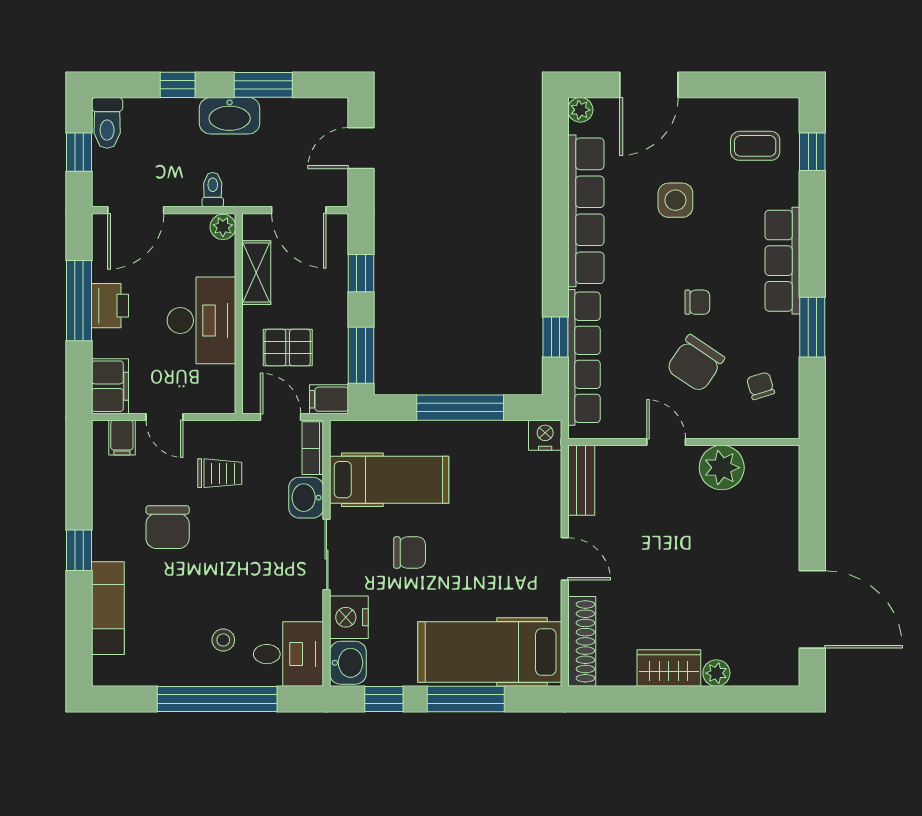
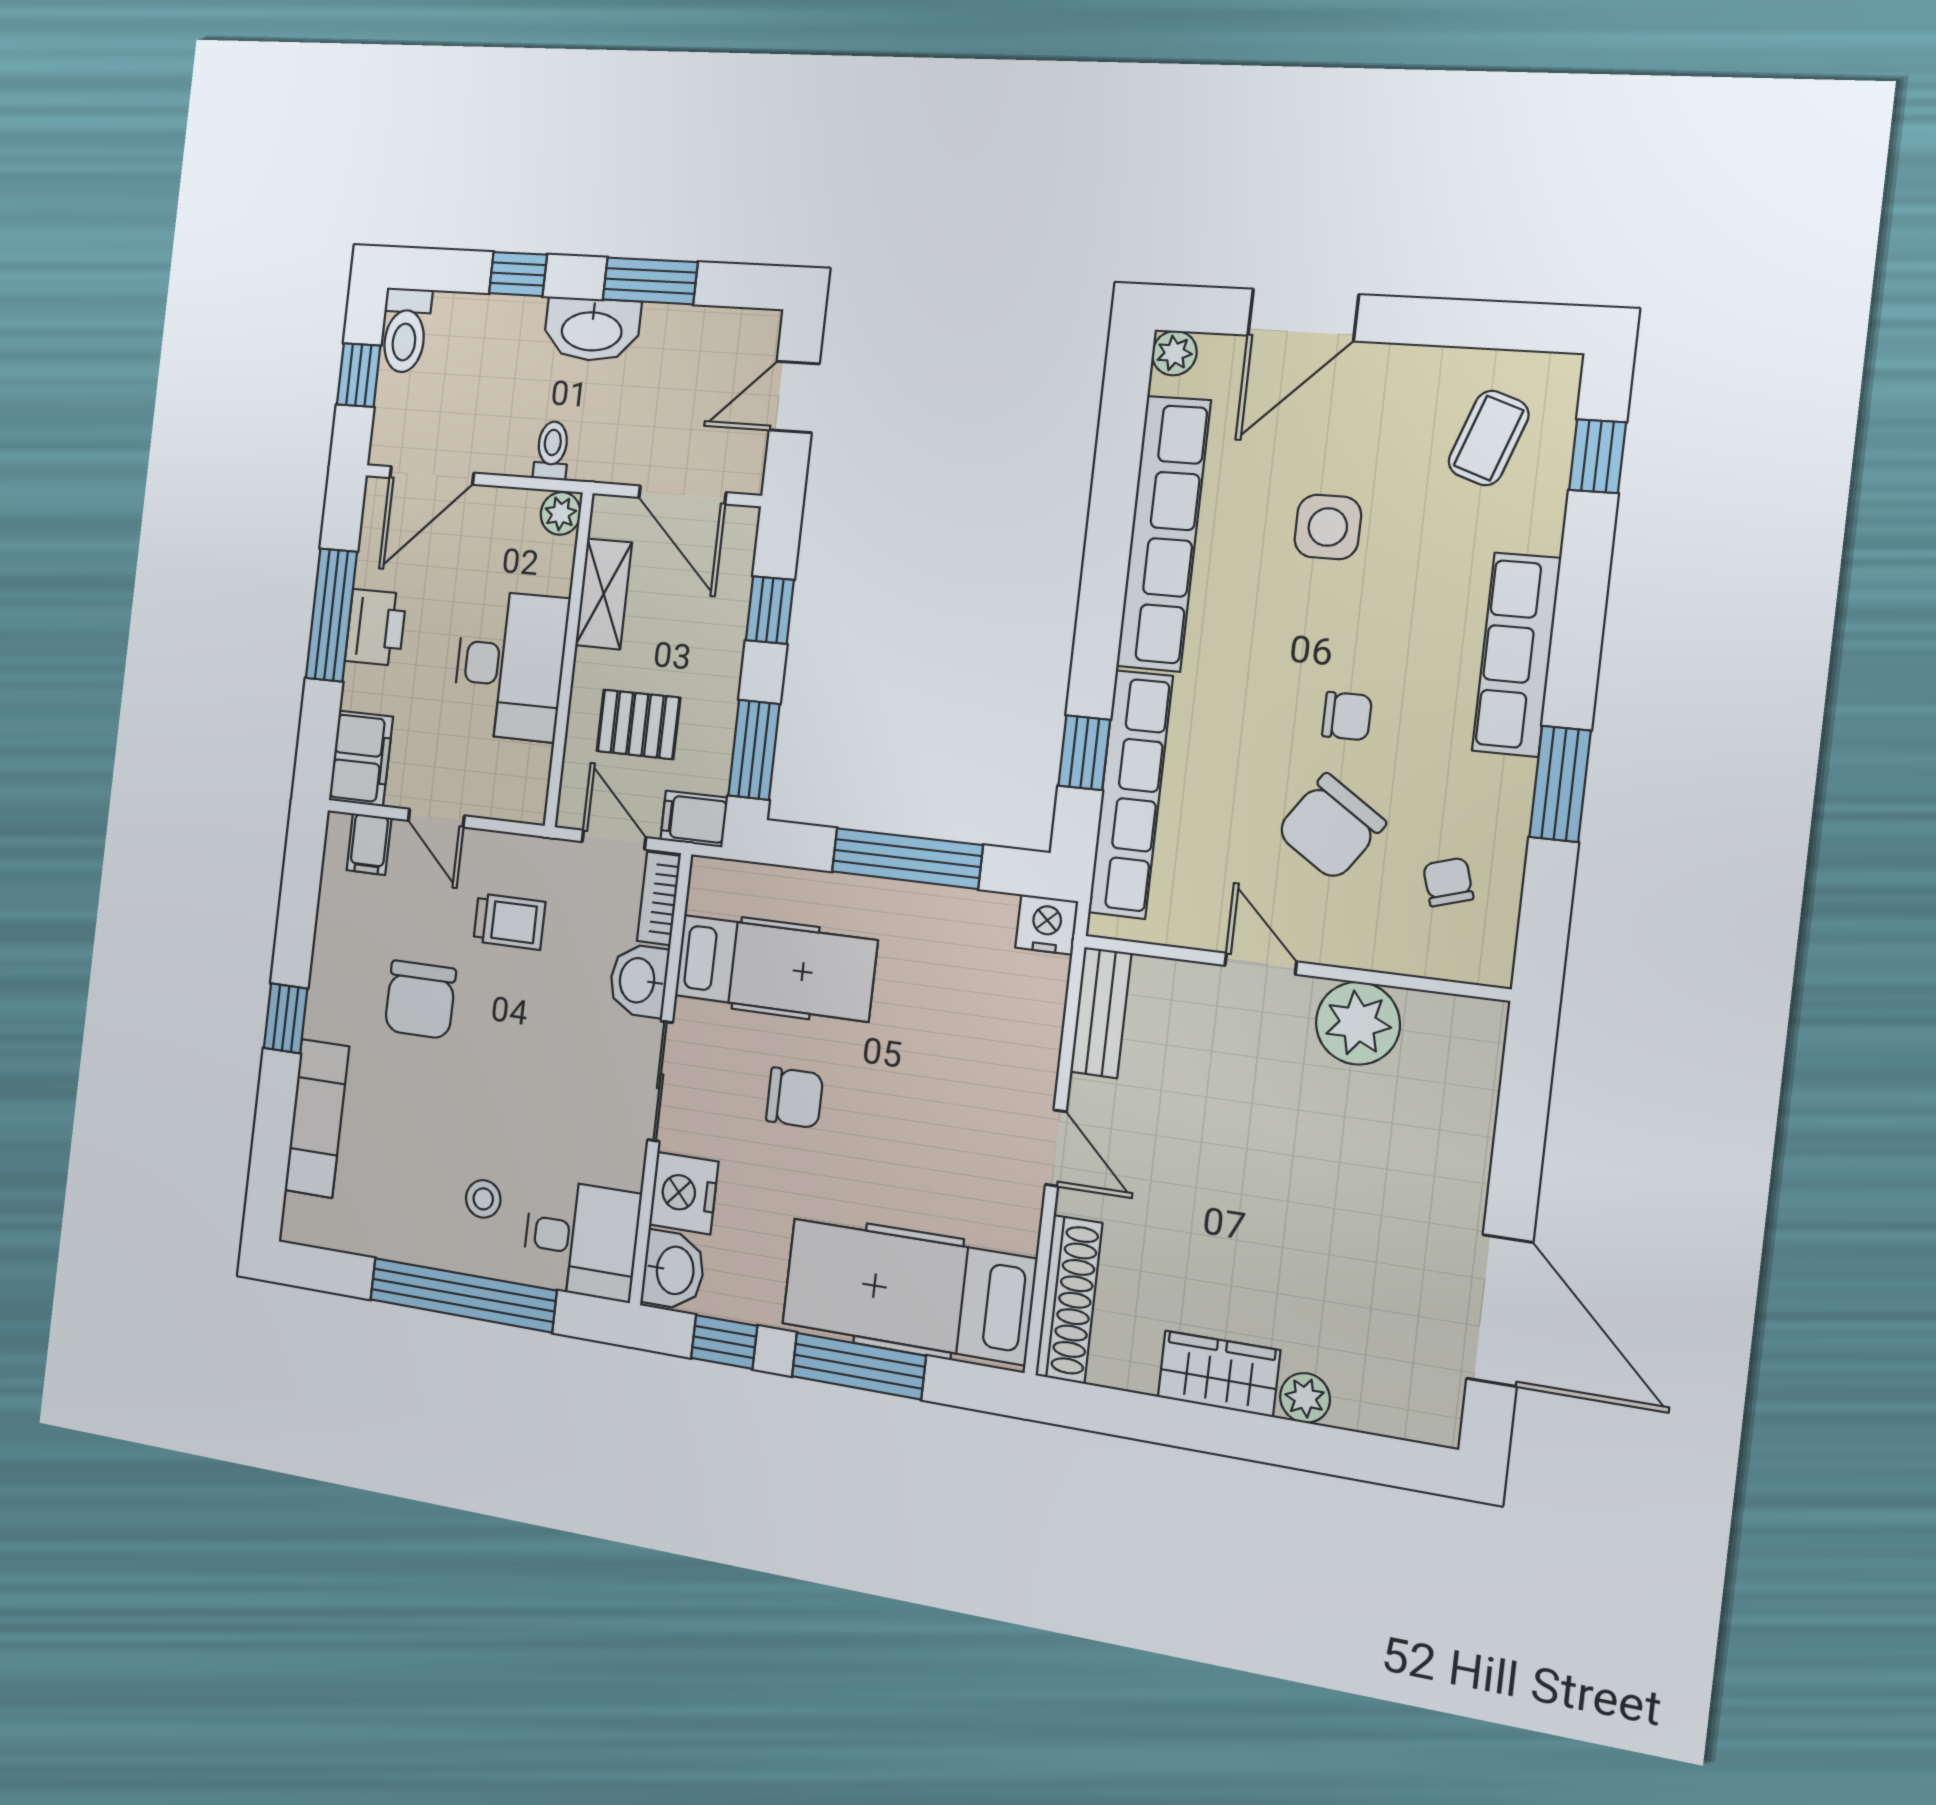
coffee table: (755, 146) -> (1489, 438), turned -71

